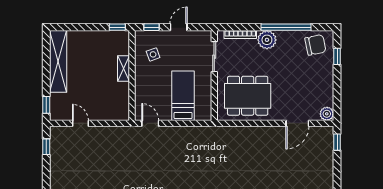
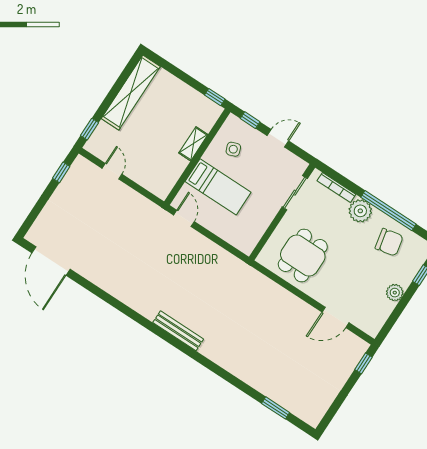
chair: (315, 45) -> (389, 242), moved
bed: (183, 96) -> (218, 187), moved, turned 90
dining table: (248, 96) -> (303, 255), width x0.73
plant: (327, 114) -> (395, 293), moved

